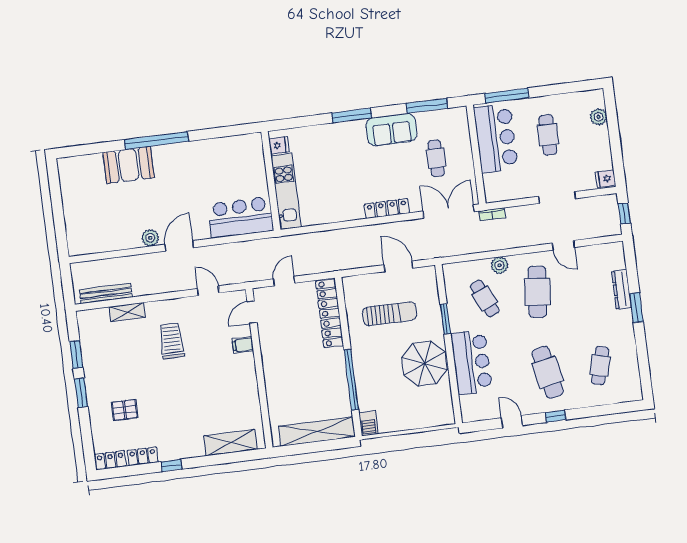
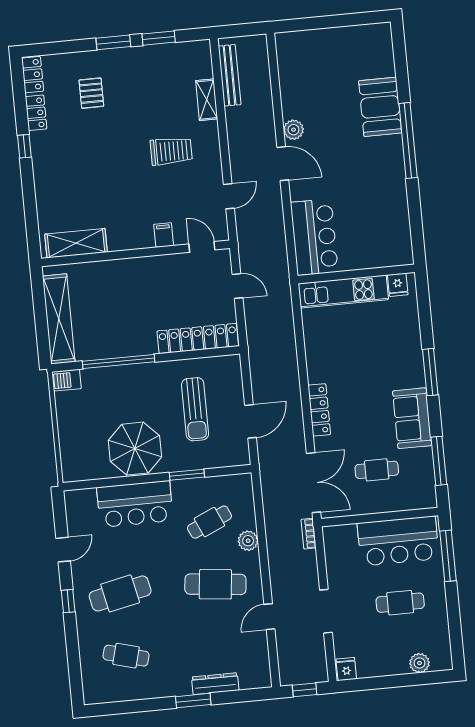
shelving: (230, 443) -> (76, 243), moved, turned 90

